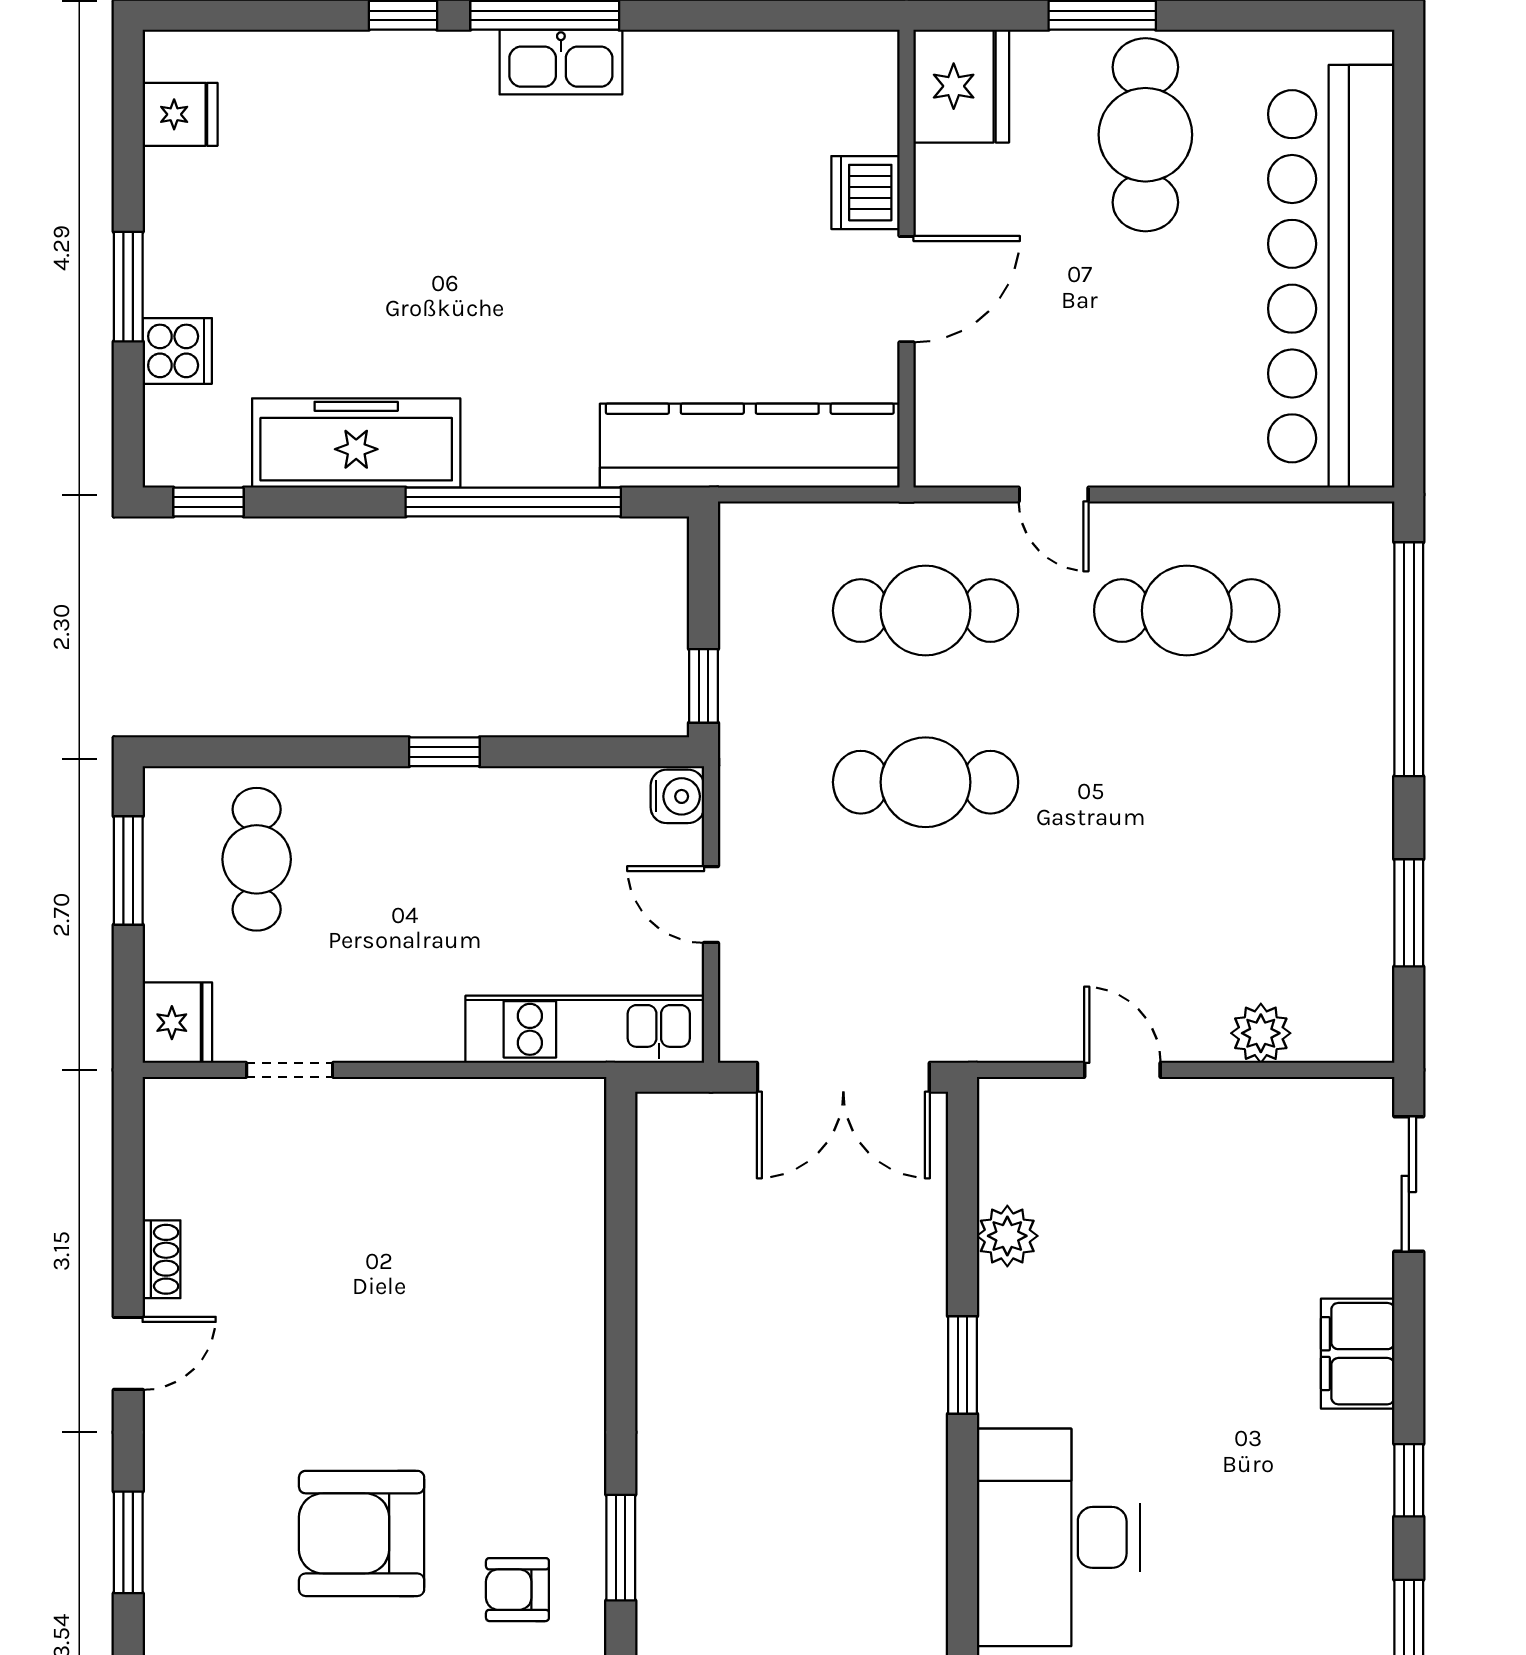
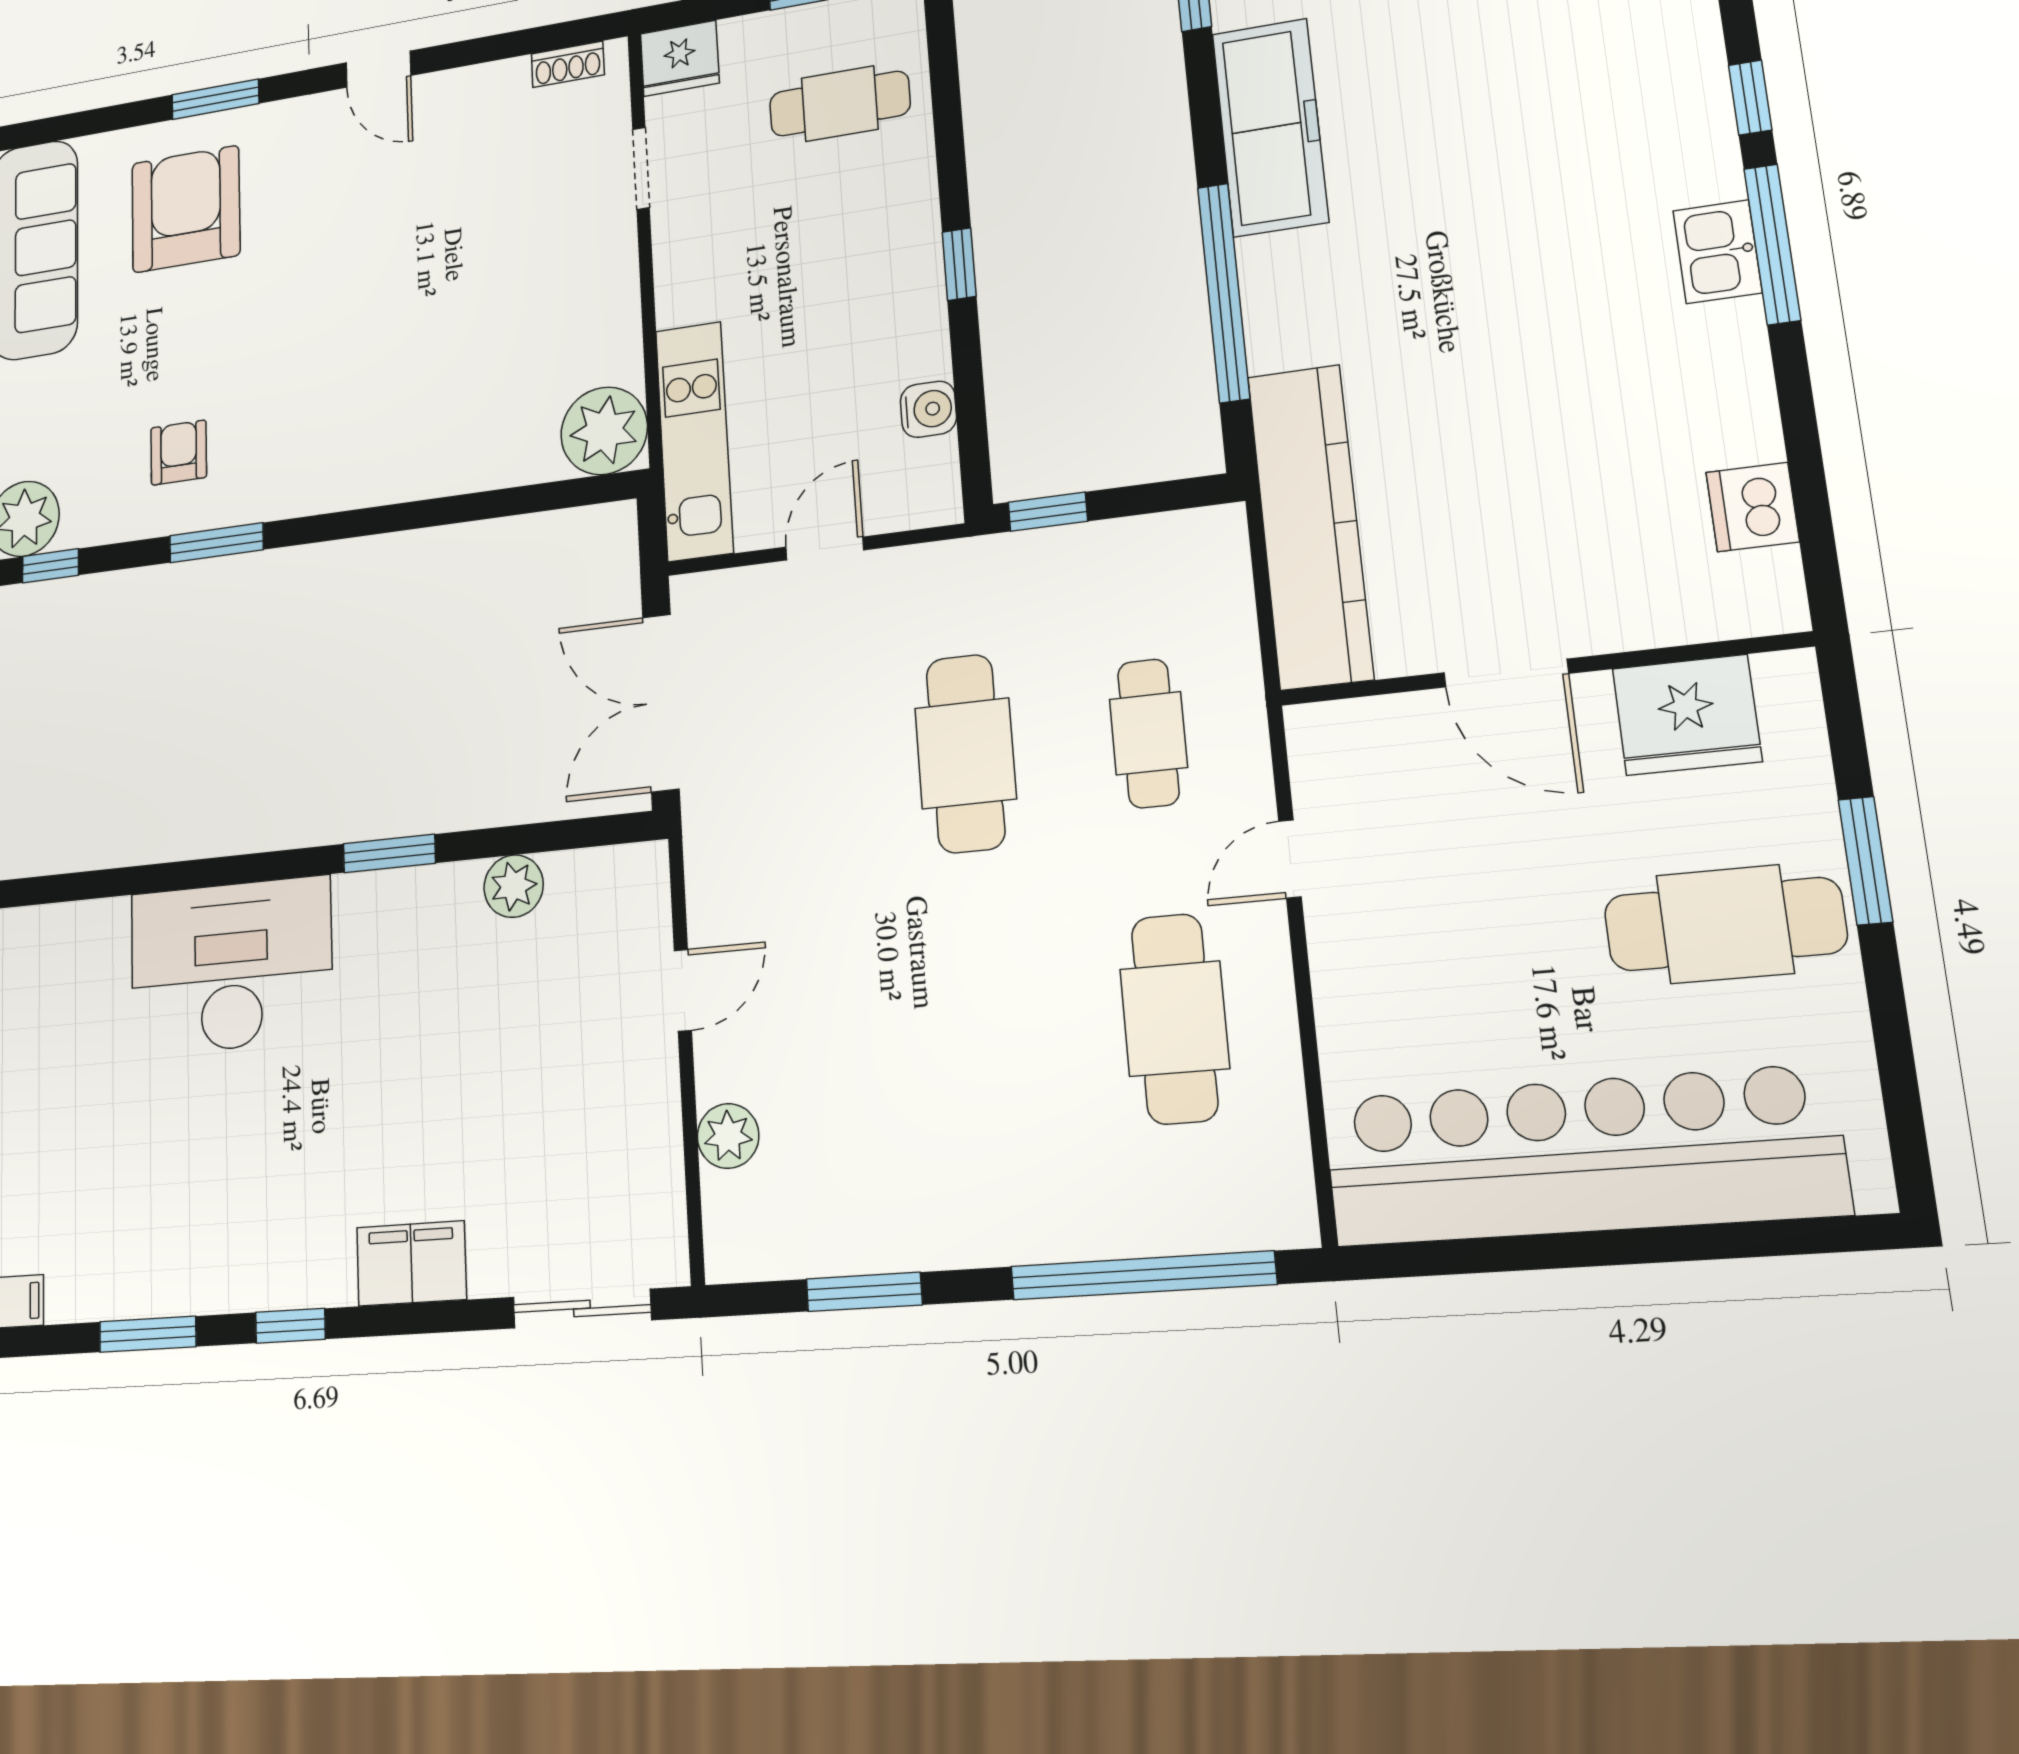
kitchen sink: (561, 62) -> (1717, 252), width x0.73
fridge: (961, 86) -> (1687, 715), moved
dishwasher: (866, 193) -> (1753, 507), moved, turned -90
cafe table: (926, 611) -> (1148, 733), width x0.73, depth x0.74
water cooler: (677, 796) -> (928, 409), moved, turned -90
plant: (561, 1122) -> (604, 431), added
shoe rack: (162, 1259) -> (568, 64), moved
armchair: (362, 1533) -> (186, 209), moved

